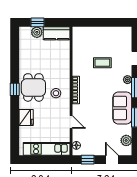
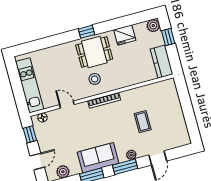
plant: (37, 32) -> (153, 26), moved
fridge: (26, 118) -> (125, 35), moved
door: (71, 122) -> (67, 105), swing flipped

